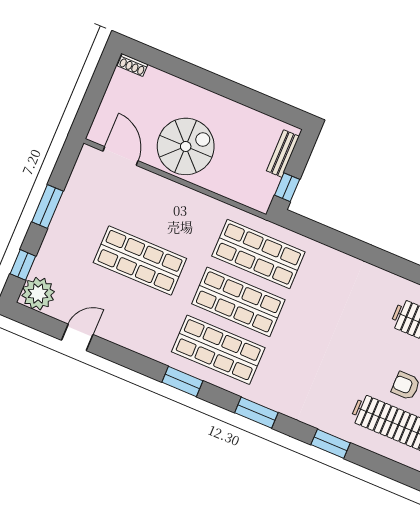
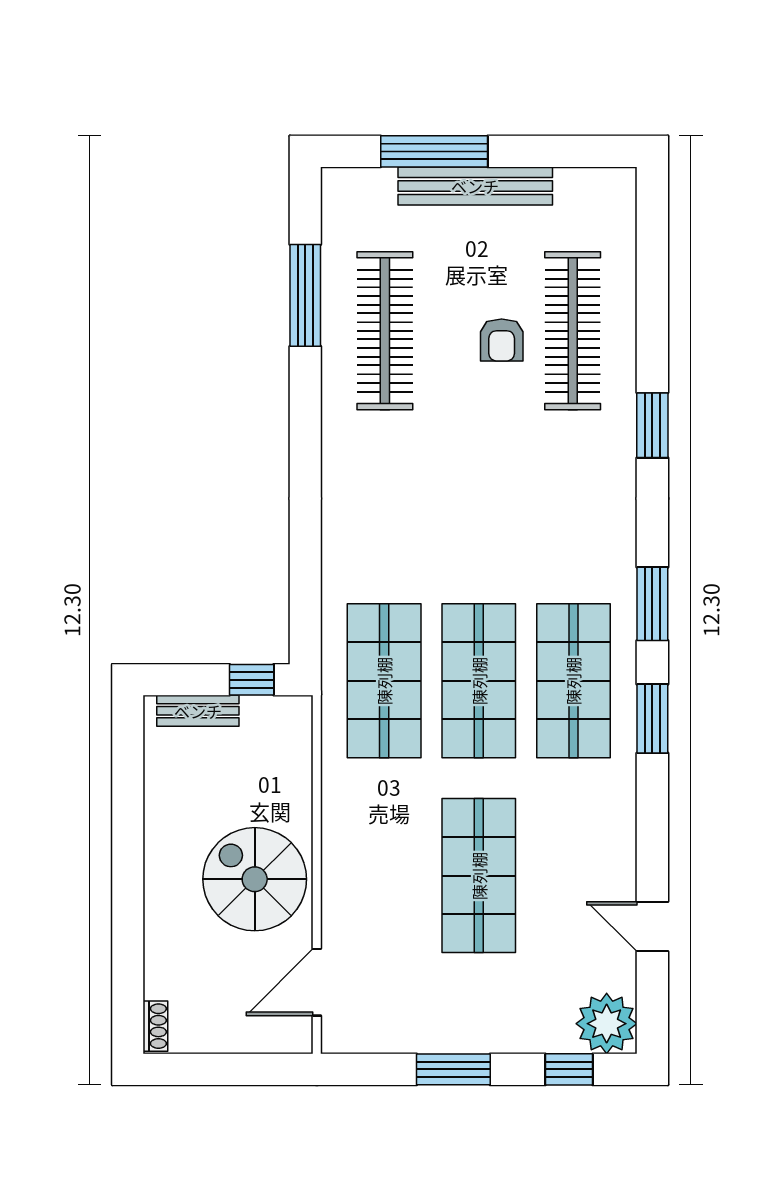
window: (256, 413) -> (652, 604), moved

